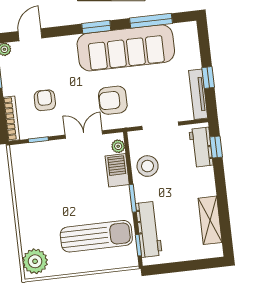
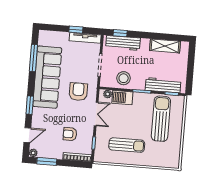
window: (96, 27) -> (30, 105), moved
door: (30, 35) -> (27, 135), swing flipped
armchair: (113, 100) -> (78, 92), turned 180
double door: (84, 135) -> (96, 114), swing flipped
workbench: (201, 147) -> (123, 43), width x1.38
sun lounger: (45, 191) -> (127, 145), added
plant: (35, 261) -> (169, 160), removed

